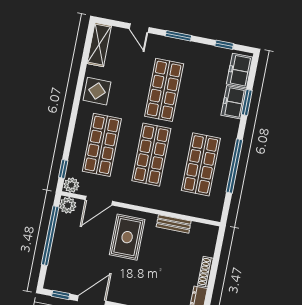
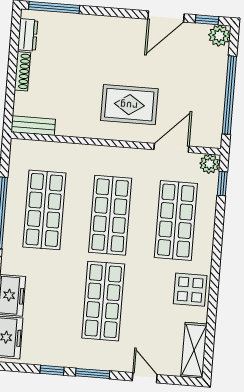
window: (224, 45) -> (52, 370), moved
plant: (68, 205) -> (219, 36), moved
bench: (174, 224) -> (33, 126), moved
rug: (127, 237) -> (129, 105), turned 90

